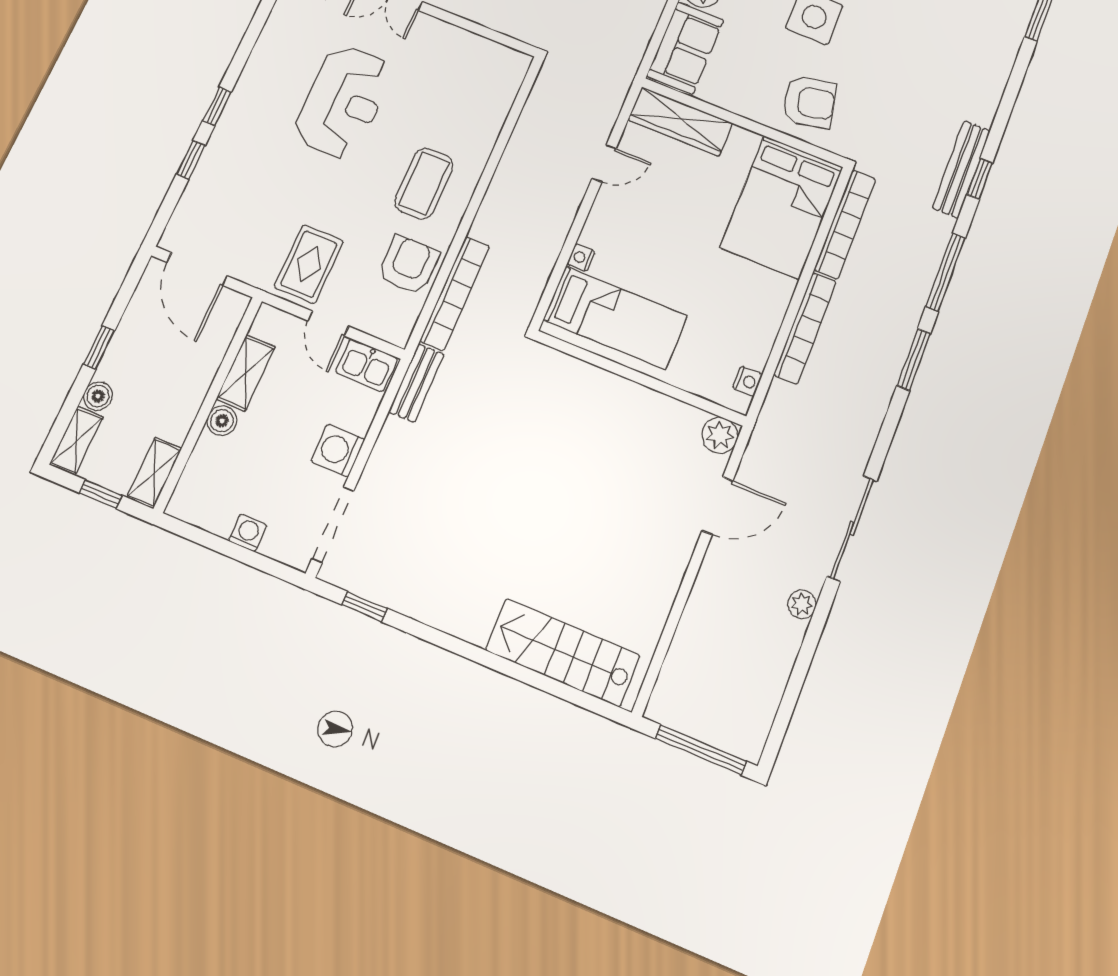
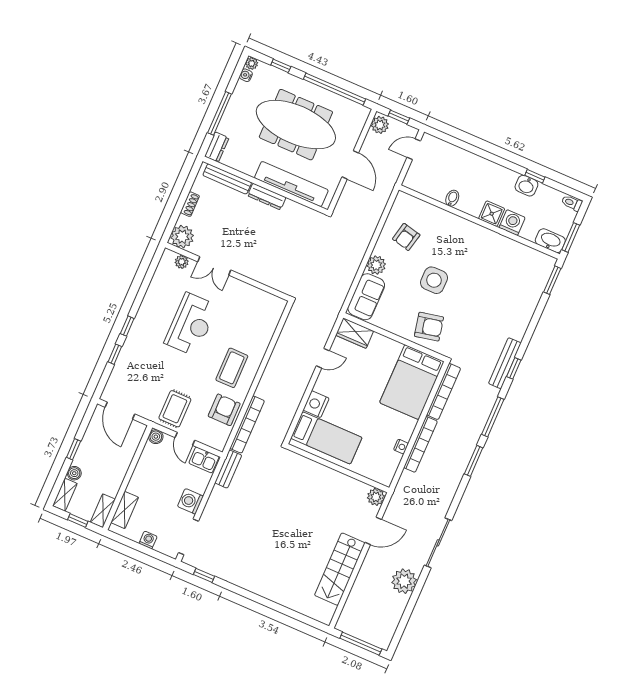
wardrobe: (680, 121) -> (355, 333), width x0.67
nightstand: (581, 258) -> (316, 404), width x1.89, depth x1.79
shelving: (246, 373) -> (125, 510), moved
nightstand: (748, 381) -> (401, 447), moved
boiler: (222, 421) -> (156, 437), moved
plant: (802, 604) -> (404, 581), width x1.87, depth x1.87
stairs: (563, 653) -> (340, 569), moved, turned -90

